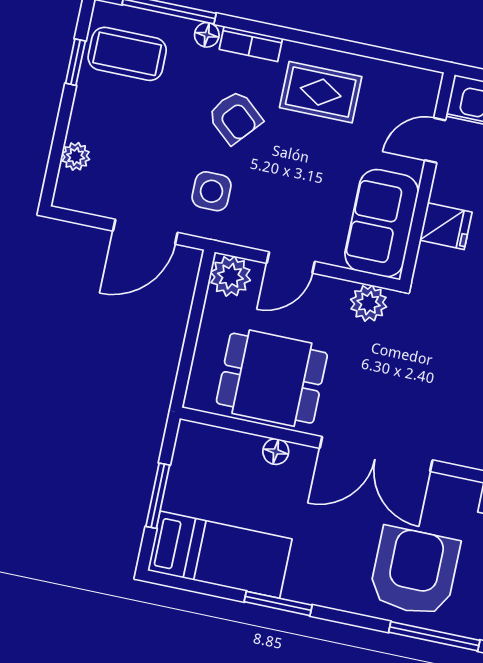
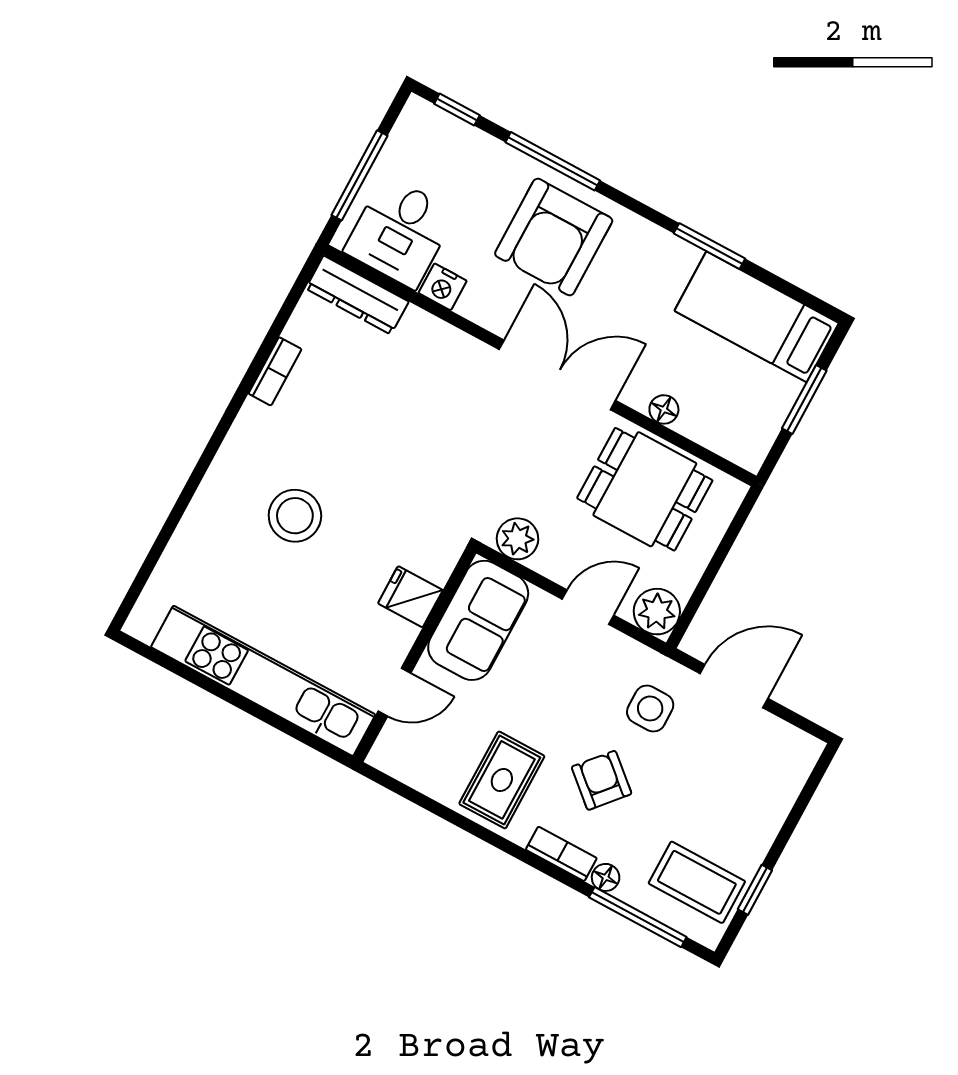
rug: (321, 92) -> (502, 780), turned 90
plant: (76, 156) -> (785, 789), removed

